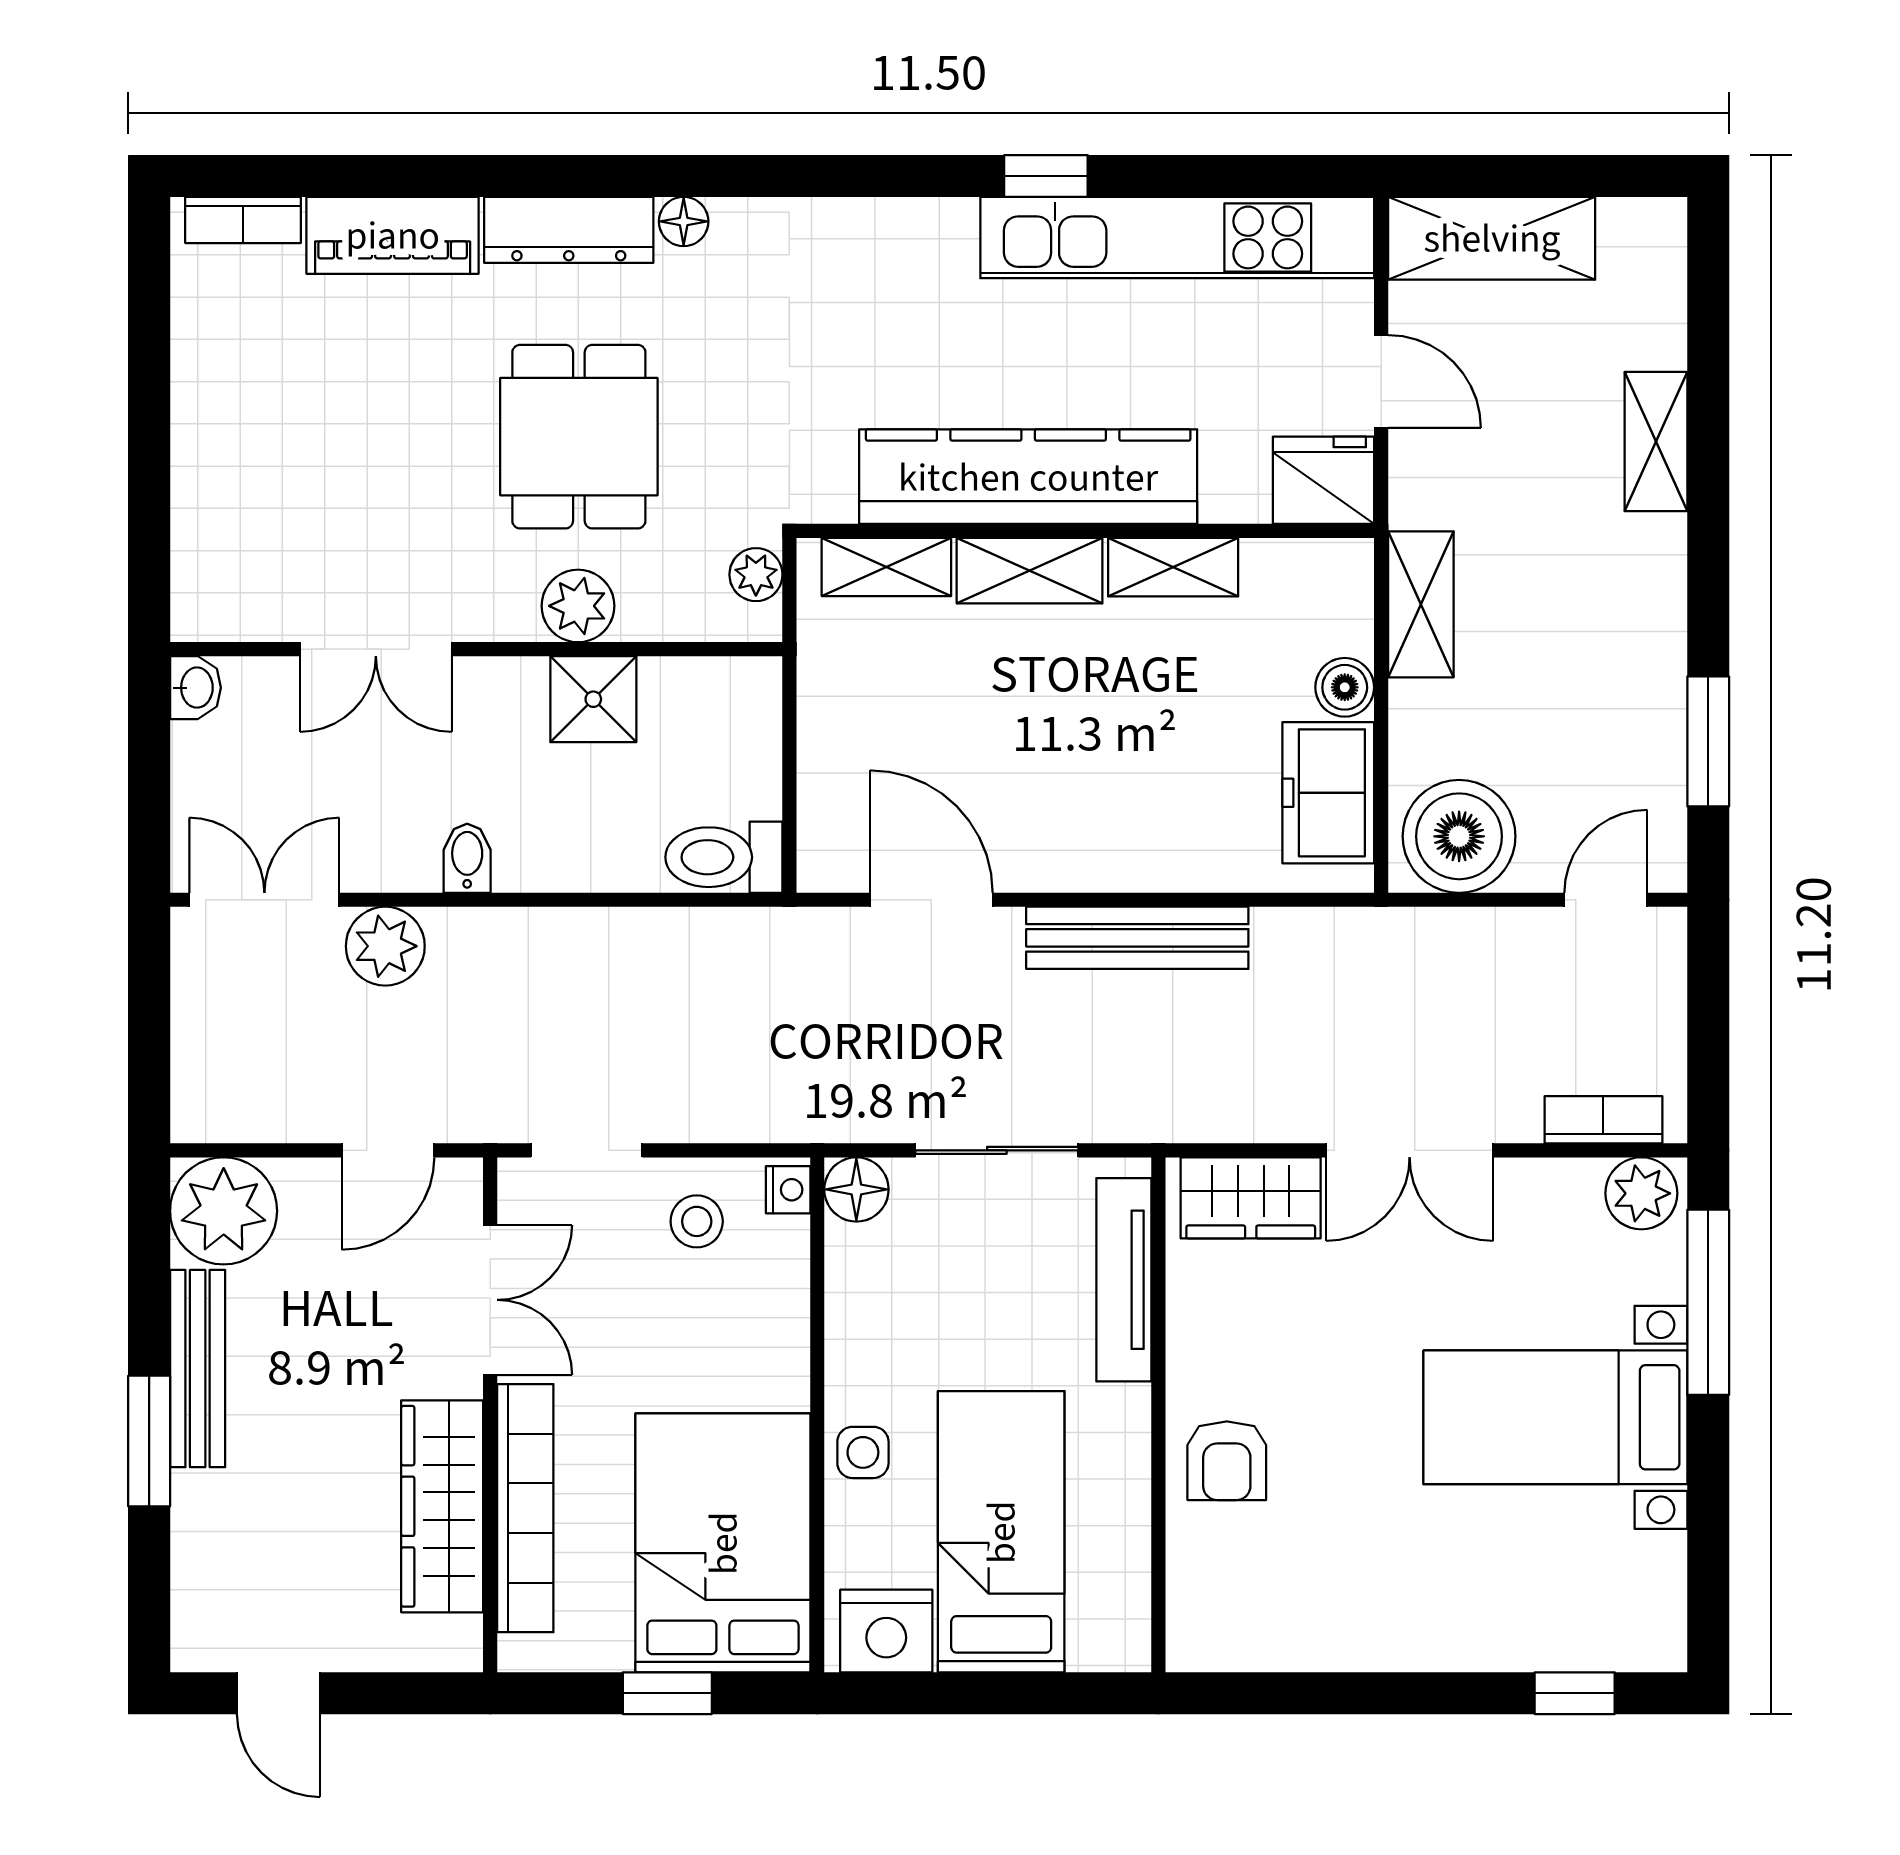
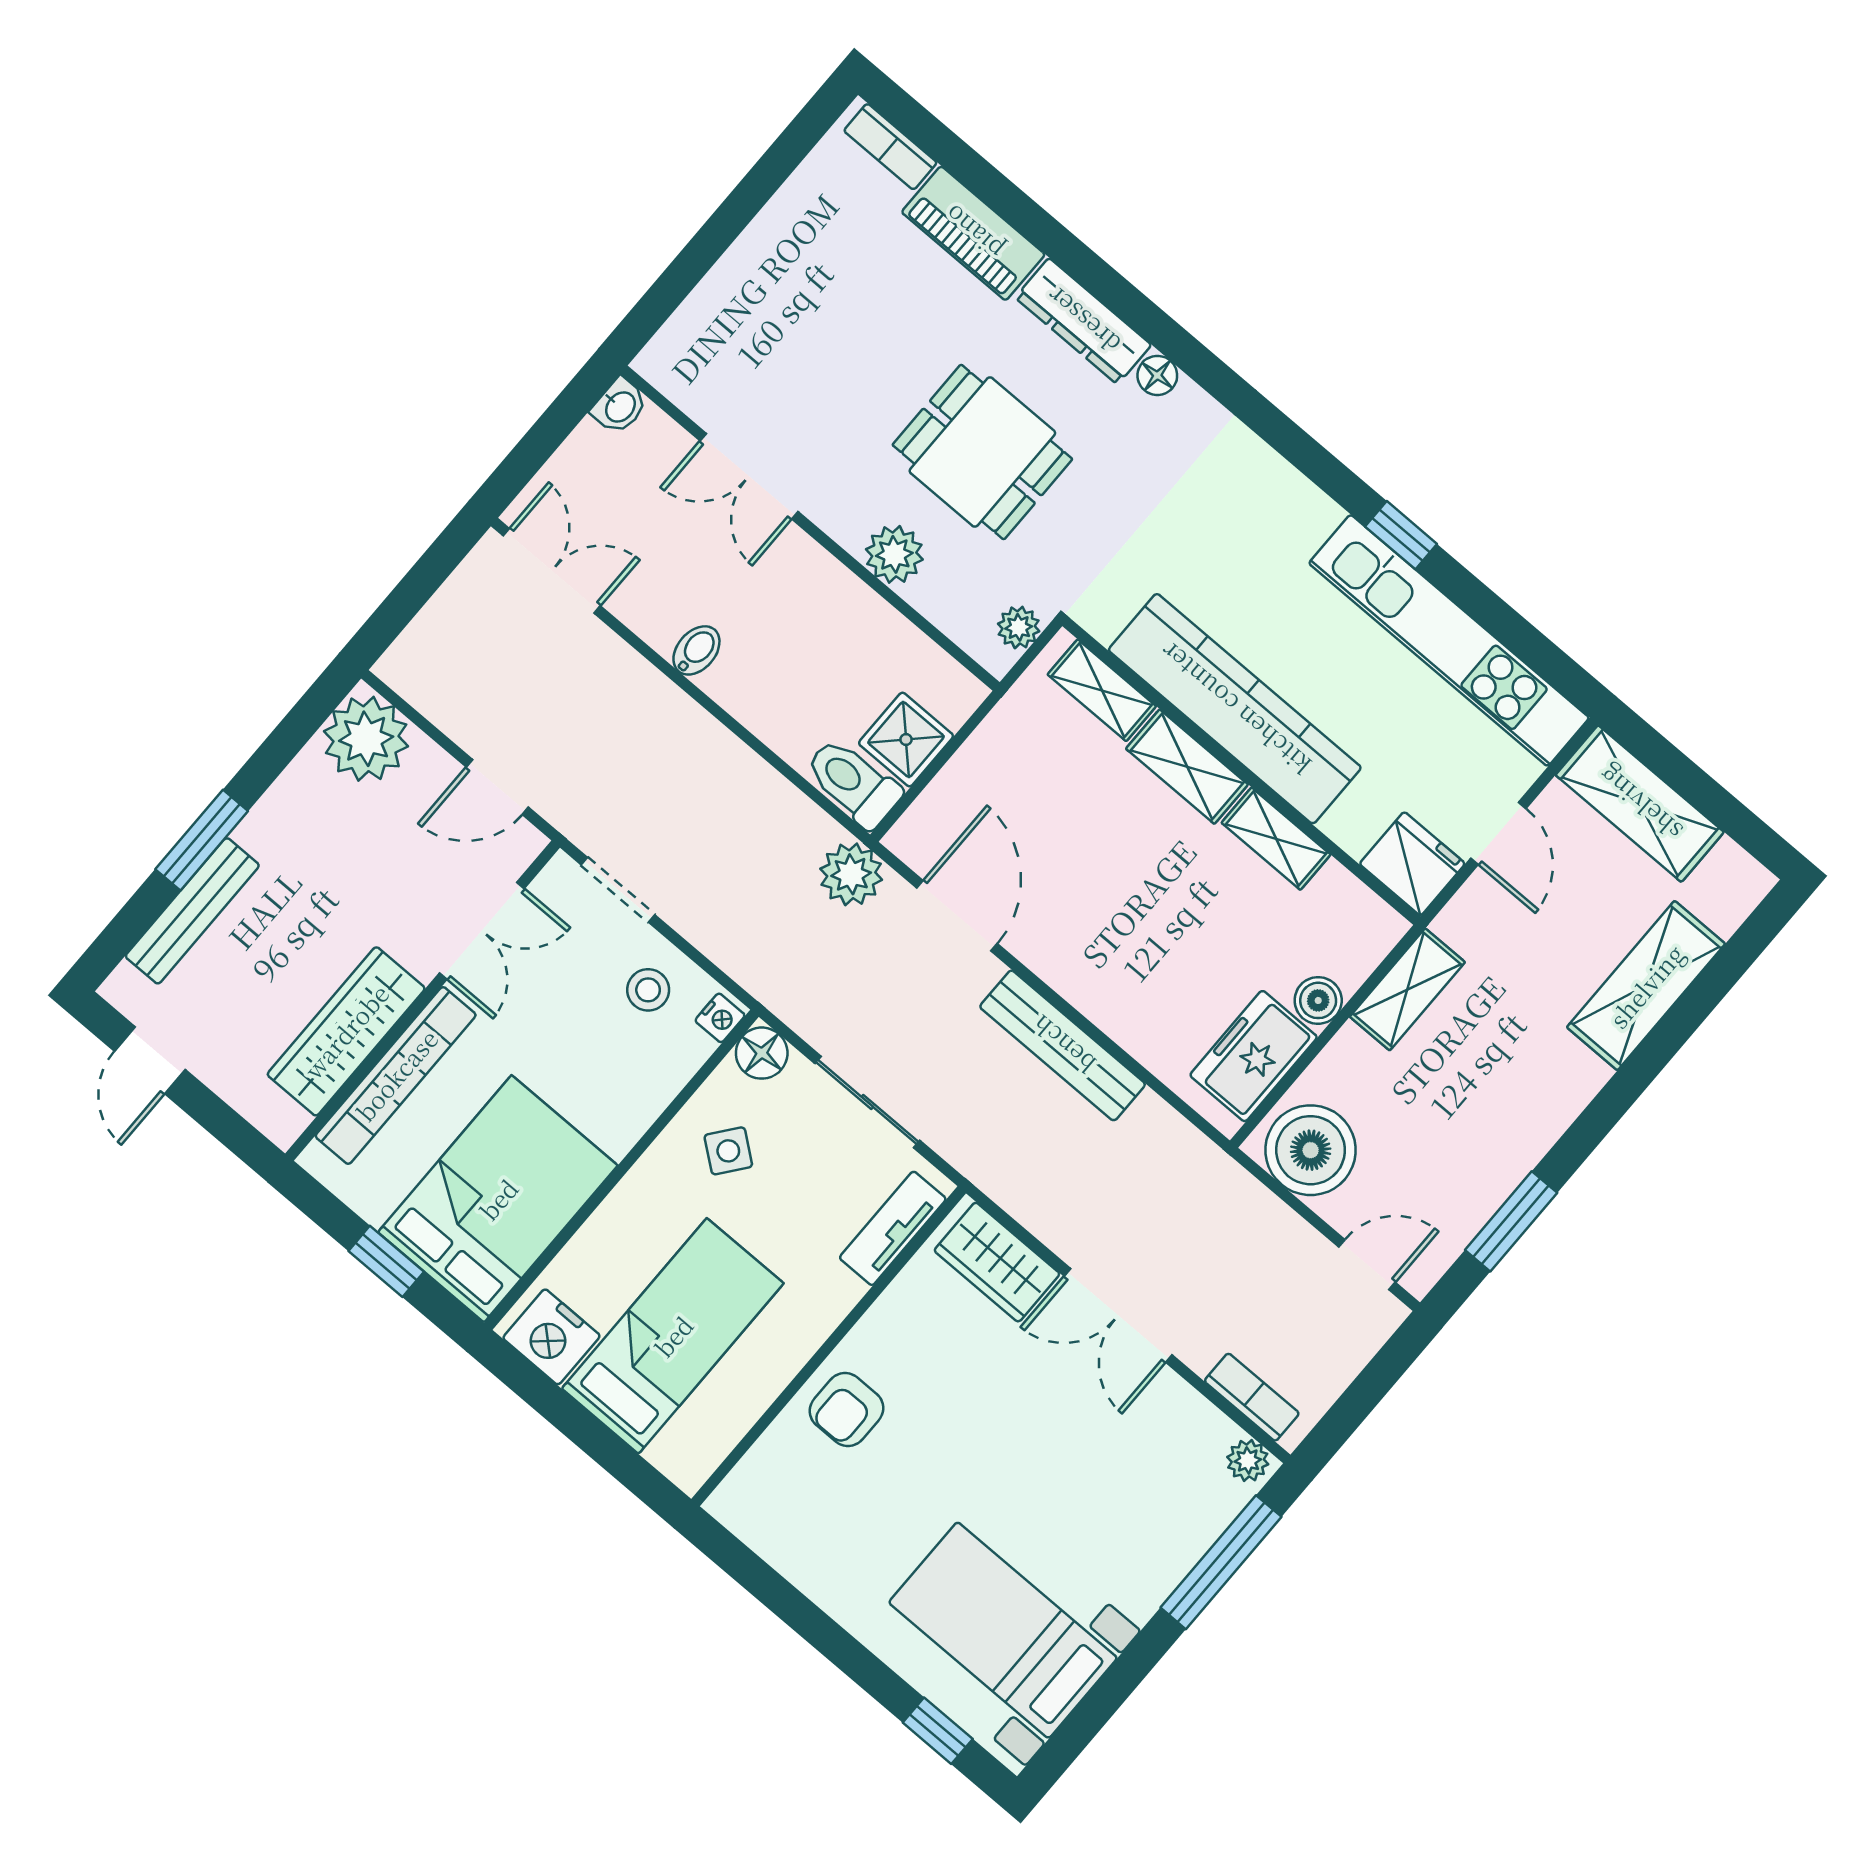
dining table: (579, 437) -> (982, 452), turned 90
shelving: (1656, 442) -> (1646, 986), width x1.50, depth x1.33
shower: (593, 699) -> (906, 739), moved
plant: (385, 946) -> (851, 874), moved
plant: (1641, 1193) -> (1248, 1461), width x0.73, depth x0.73
tv unit: (1124, 1280) -> (893, 1228), width x0.71
bench: (198, 1369) -> (192, 911), moved
bed with nightstands: (1555, 1417) -> (1003, 1630), moved
side table: (863, 1452) -> (728, 1151), moved, turned 38

